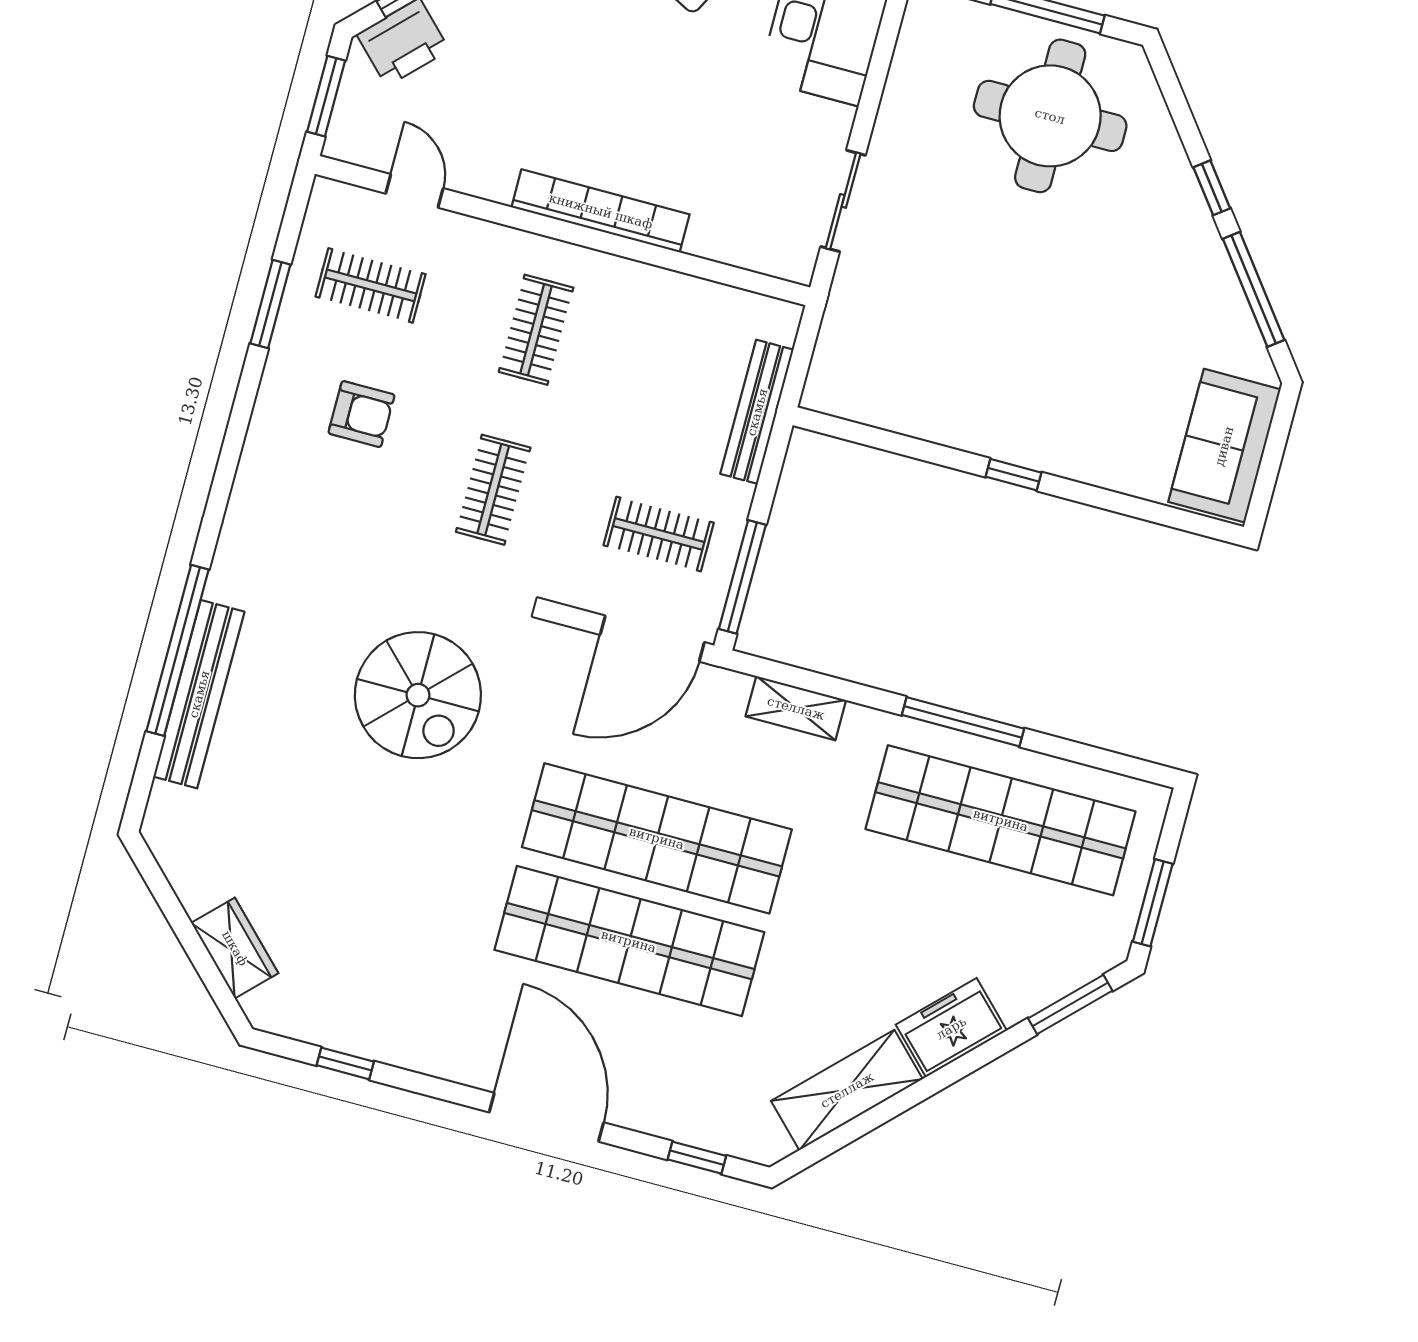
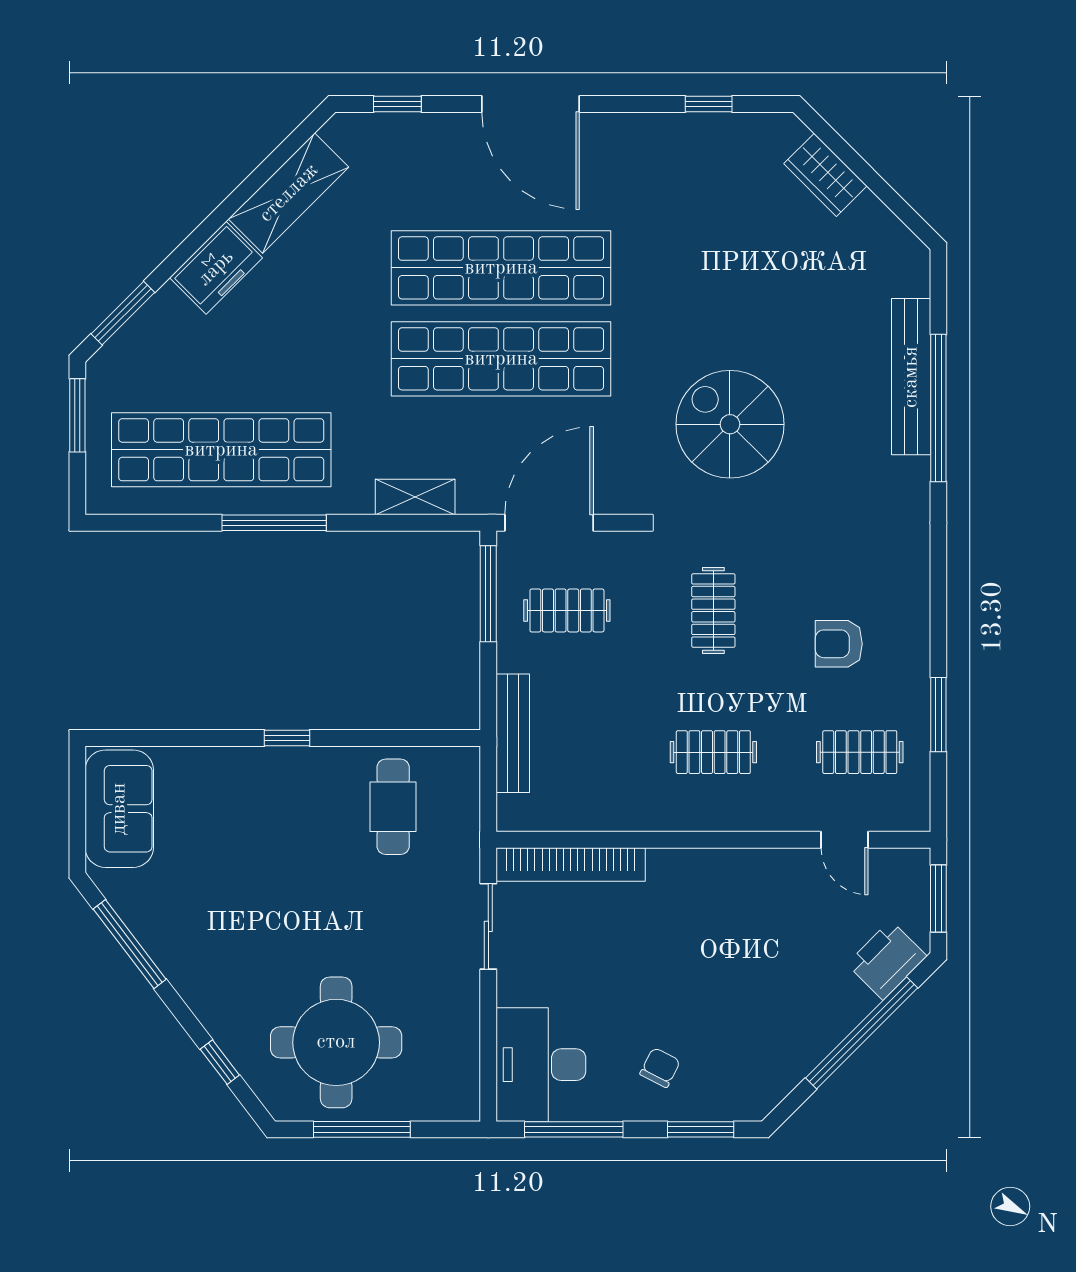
window: (1212, 188) -> (220, 1062), moved
bookcase: (601, 211) -> (571, 865), moved
clothes rail: (536, 330) -> (713, 752), turned 90
cafe table: (914, 365) -> (393, 807), added

